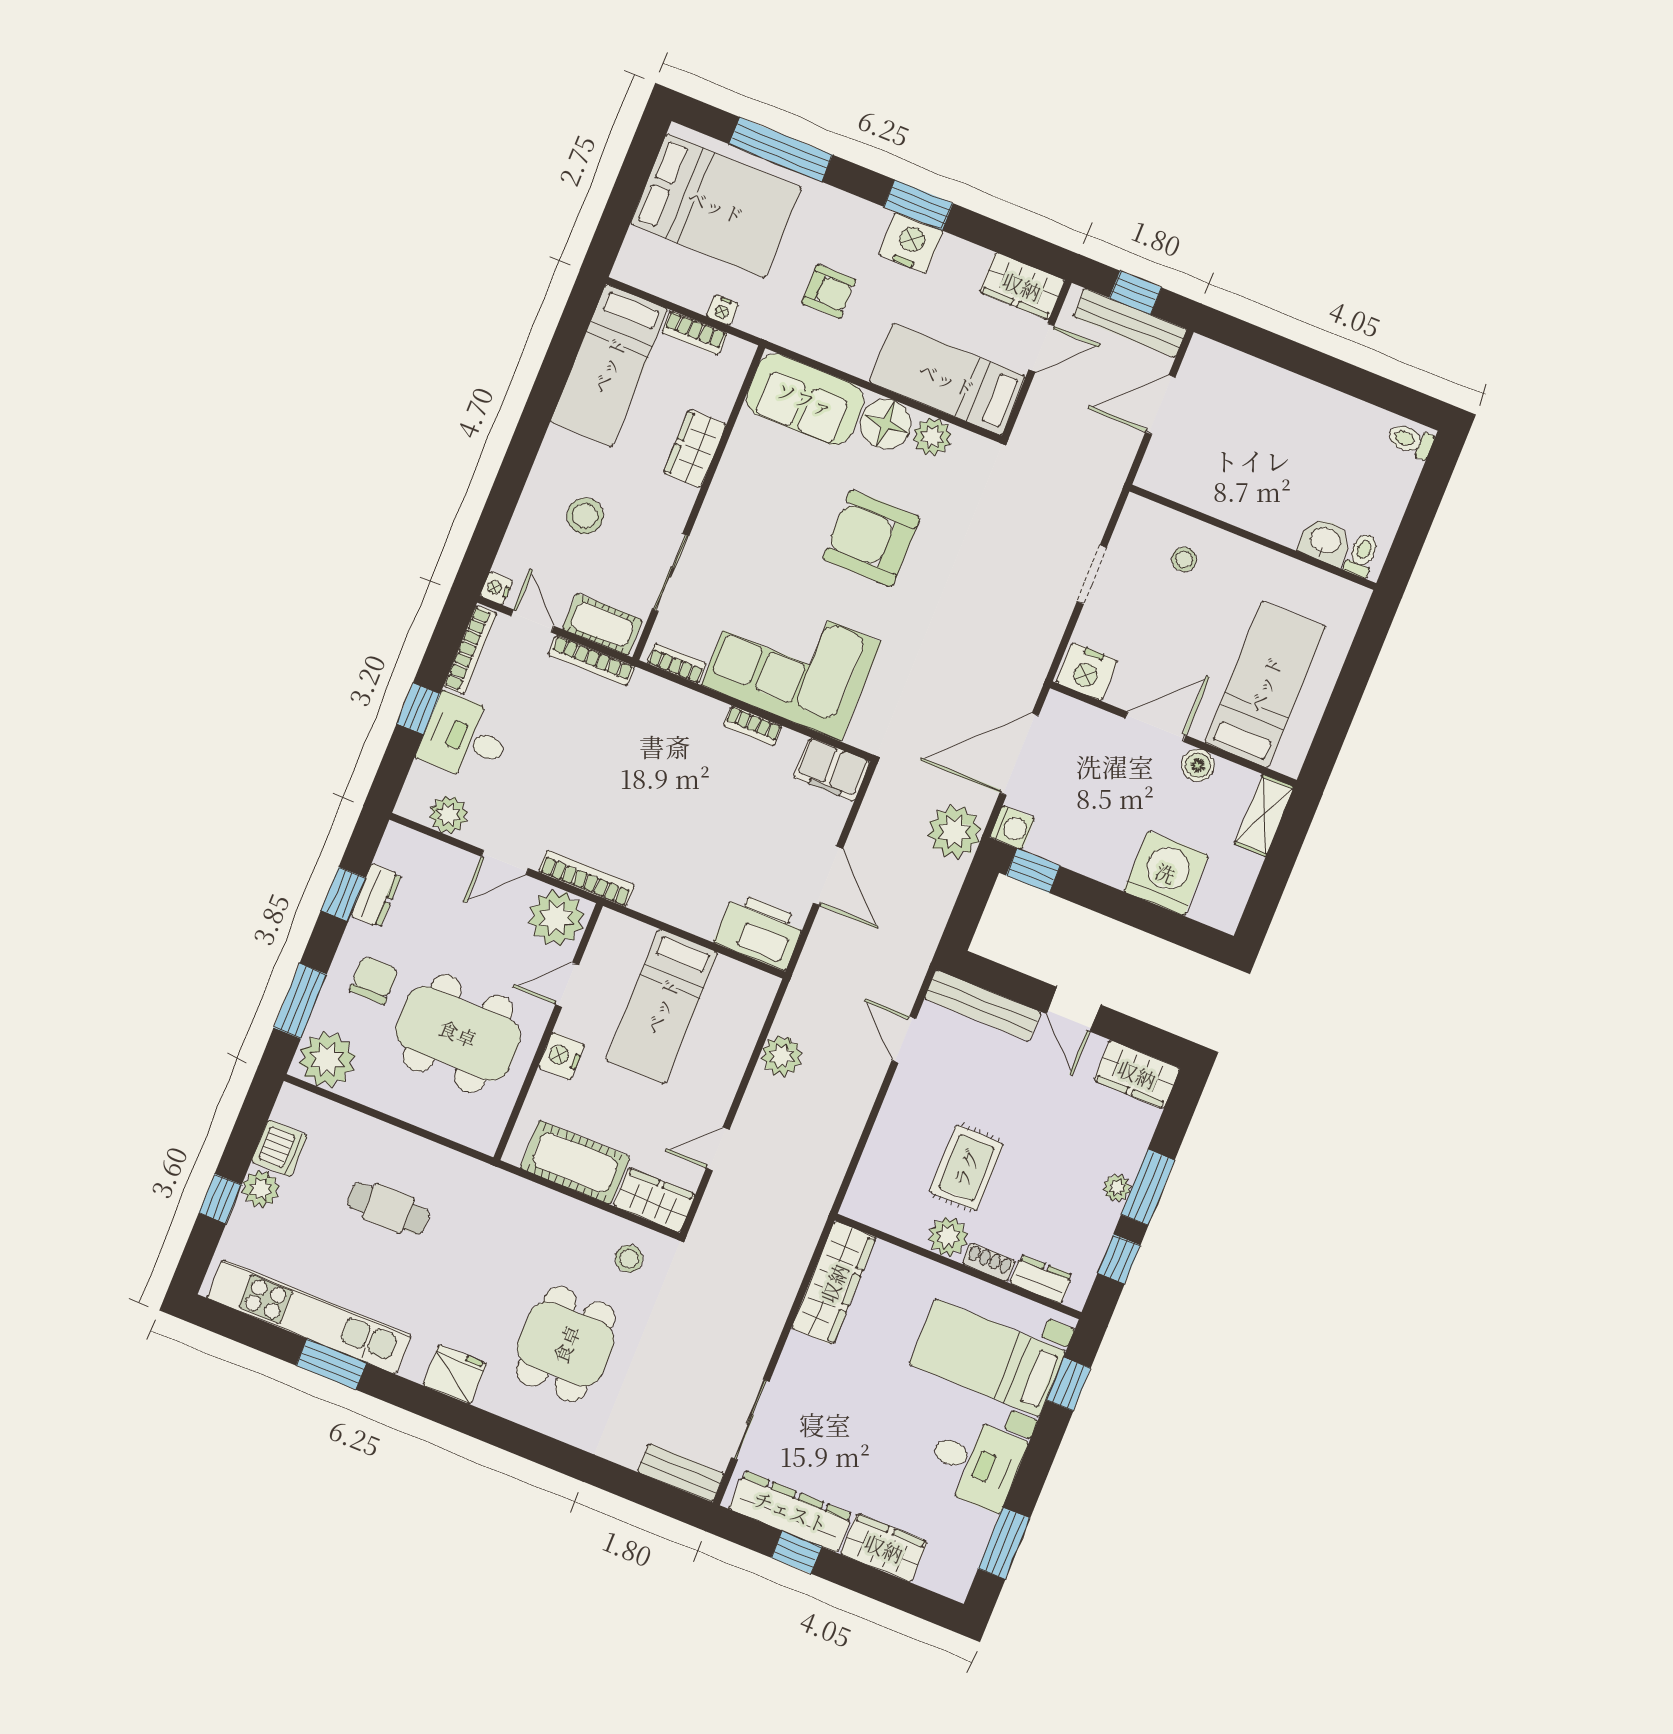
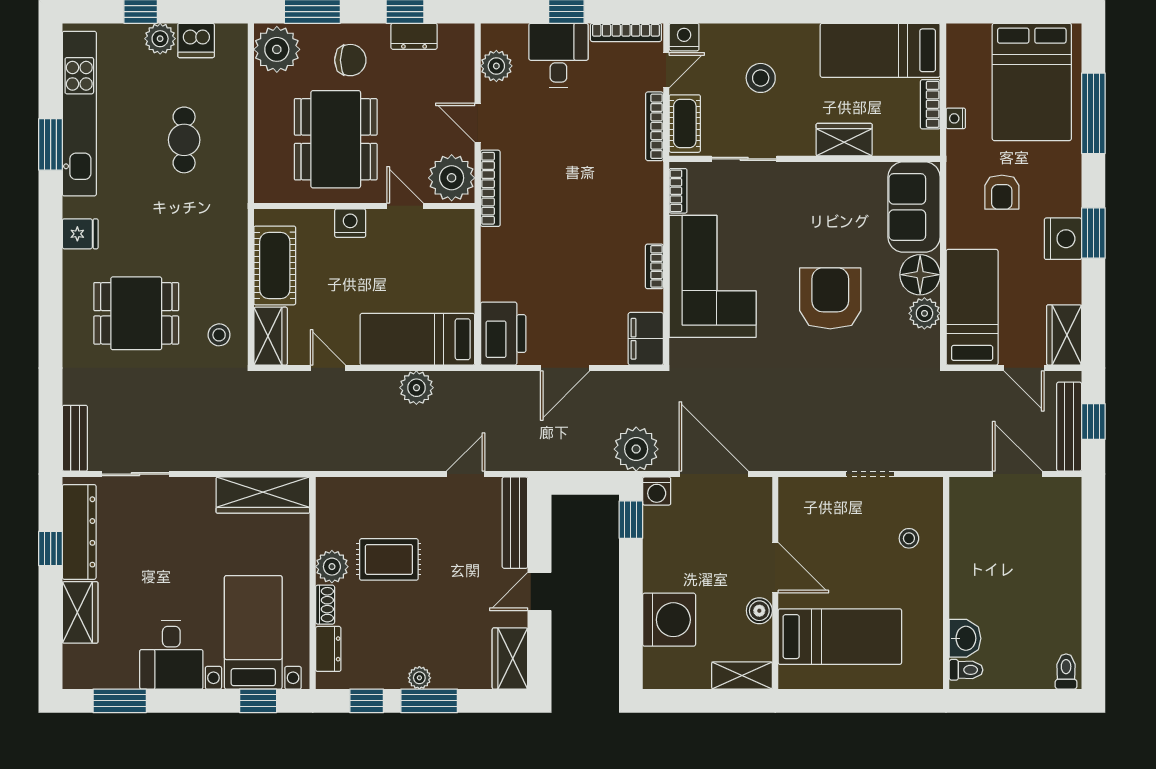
nightstand: (496, 588) -> (684, 37), width x1.39, depth x1.35
nightstand: (1087, 672) -> (796, 500), removed
bed: (662, 1006) -> (417, 339), moved
fridge: (455, 1374) -> (80, 234), width x0.72

